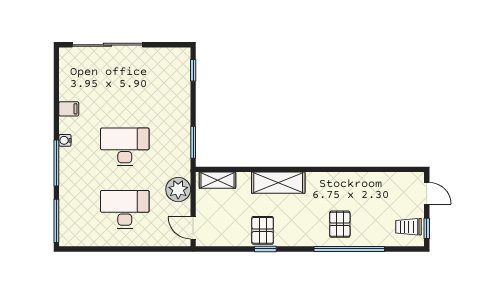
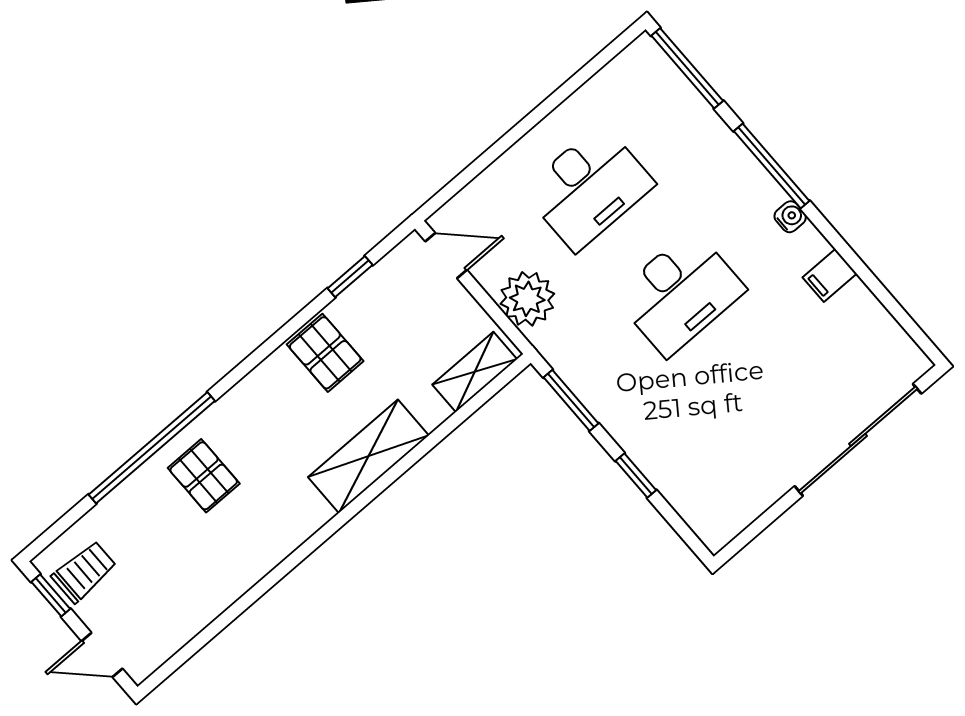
window: (193, 70) -> (636, 476), moved
window: (265, 249) -> (350, 277), moved

